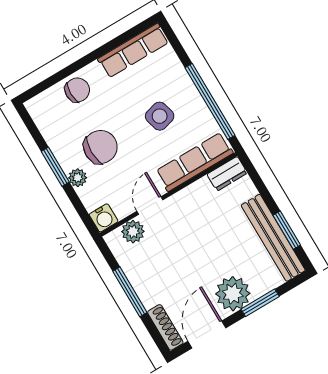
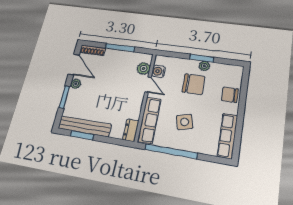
chair: (77, 90) -> (230, 95), turned 90
chair: (100, 147) -> (194, 84), turned -90
plant: (78, 178) -> (204, 66), moved
water cooler: (104, 218) -> (159, 71), moved
plant: (233, 294) -> (76, 84), width x0.53, depth x0.53

